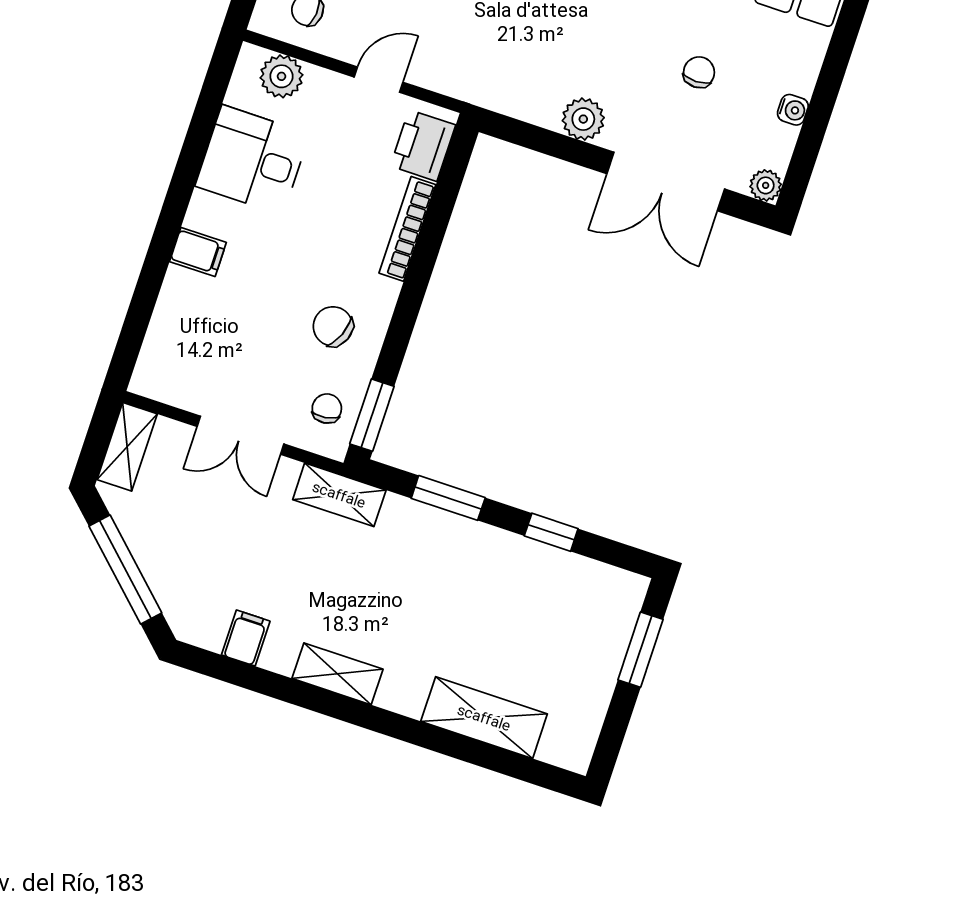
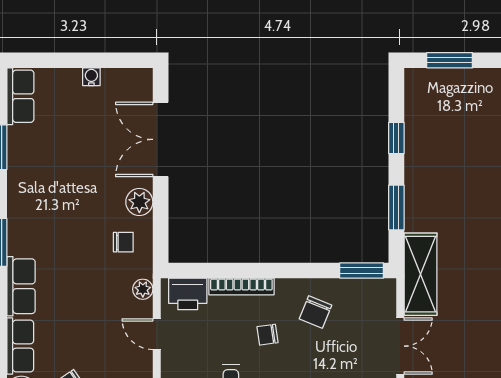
chair: (699, 72) -> (123, 242), moved, turned 180
double door: (666, 181) -> (161, 139), swing flipped
plant: (766, 185) -> (143, 289), moved
chair: (327, 409) -> (267, 335), moved
shelving: (339, 495) -> (421, 274), width x1.50, depth x1.33

